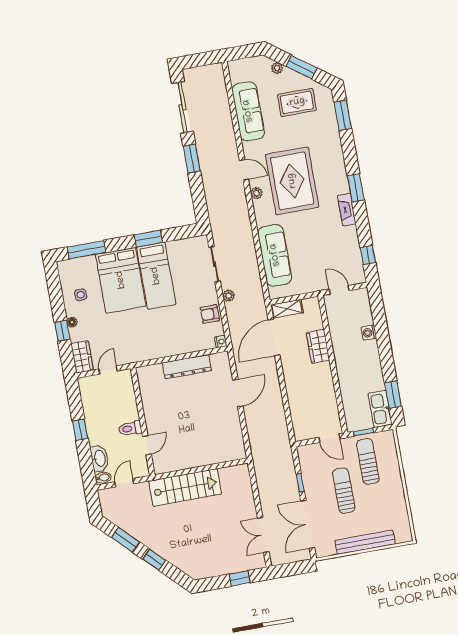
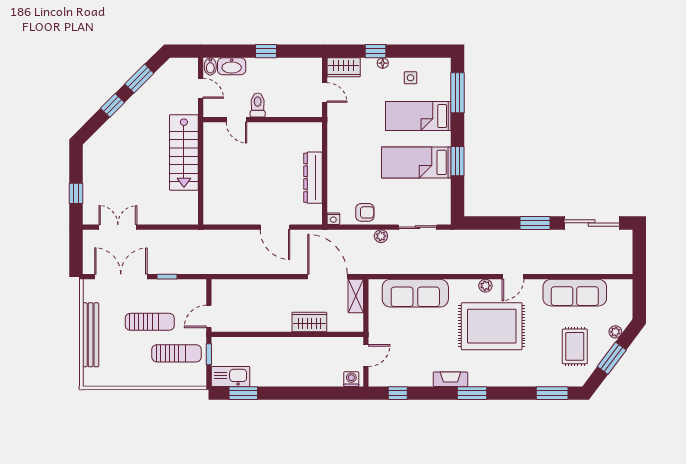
bed: (121, 280) -> (418, 116), width x0.67
armchair: (210, 314) -> (365, 212), turned 90
washing machine: (369, 333) -> (351, 379), moved

